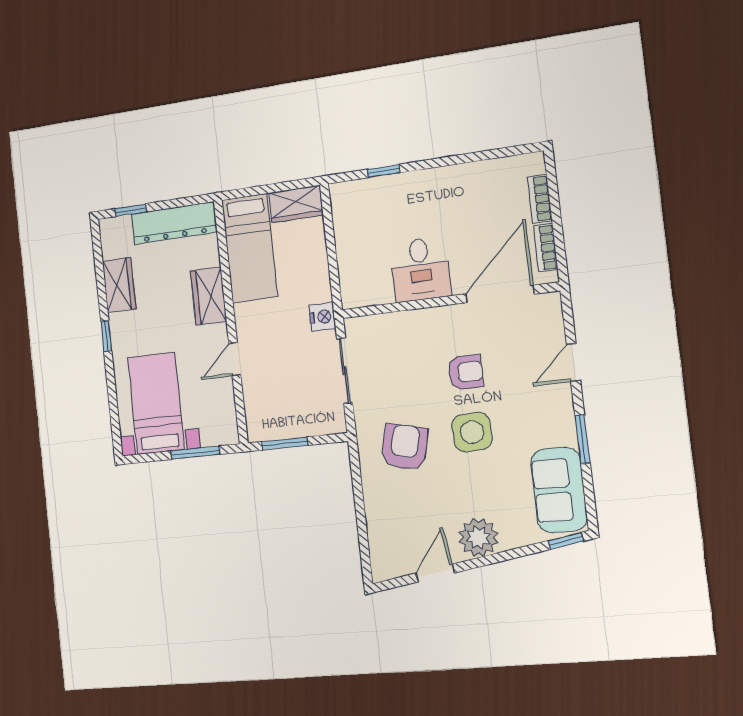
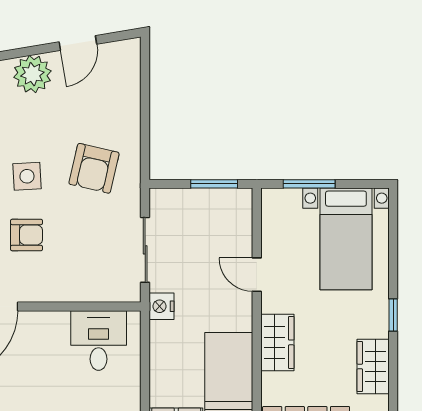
desk: (421, 269) -> (99, 341), moved
door: (235, 359) -> (257, 275), swing flipped
armchair: (466, 372) -> (27, 235), turned 180
side table: (472, 432) -> (27, 176), width x0.73, depth x0.73

